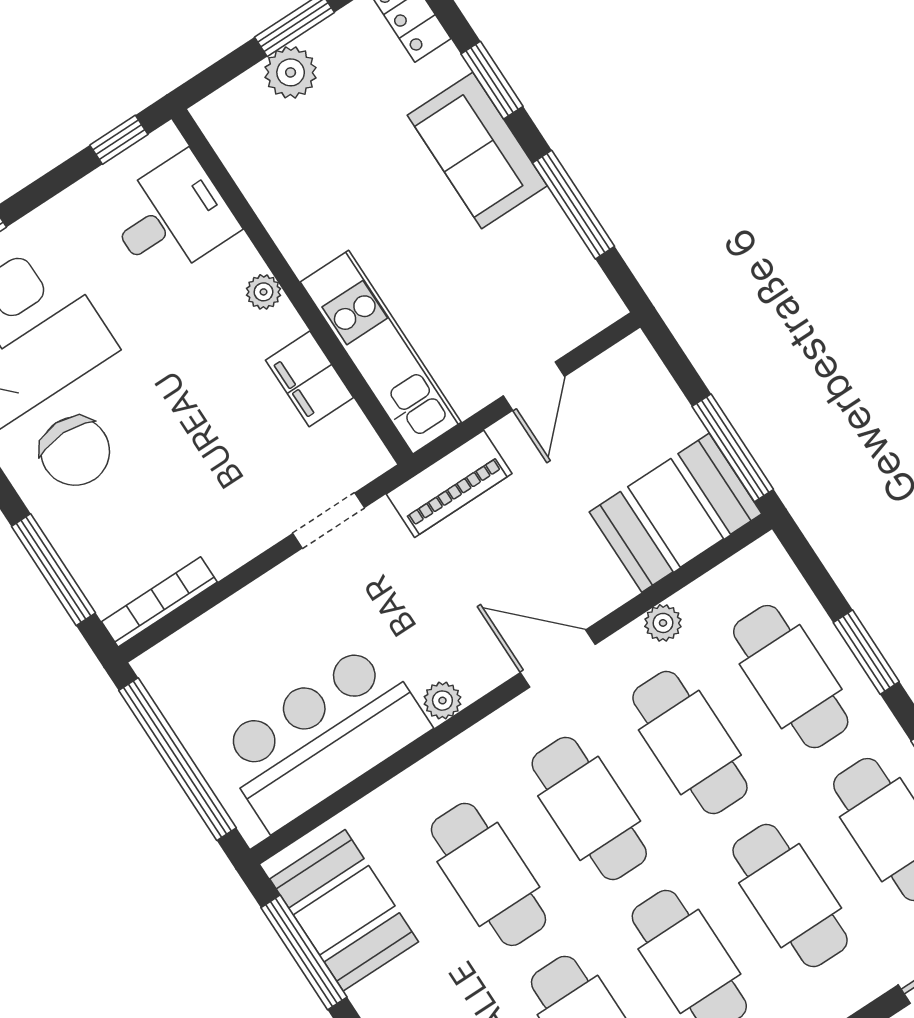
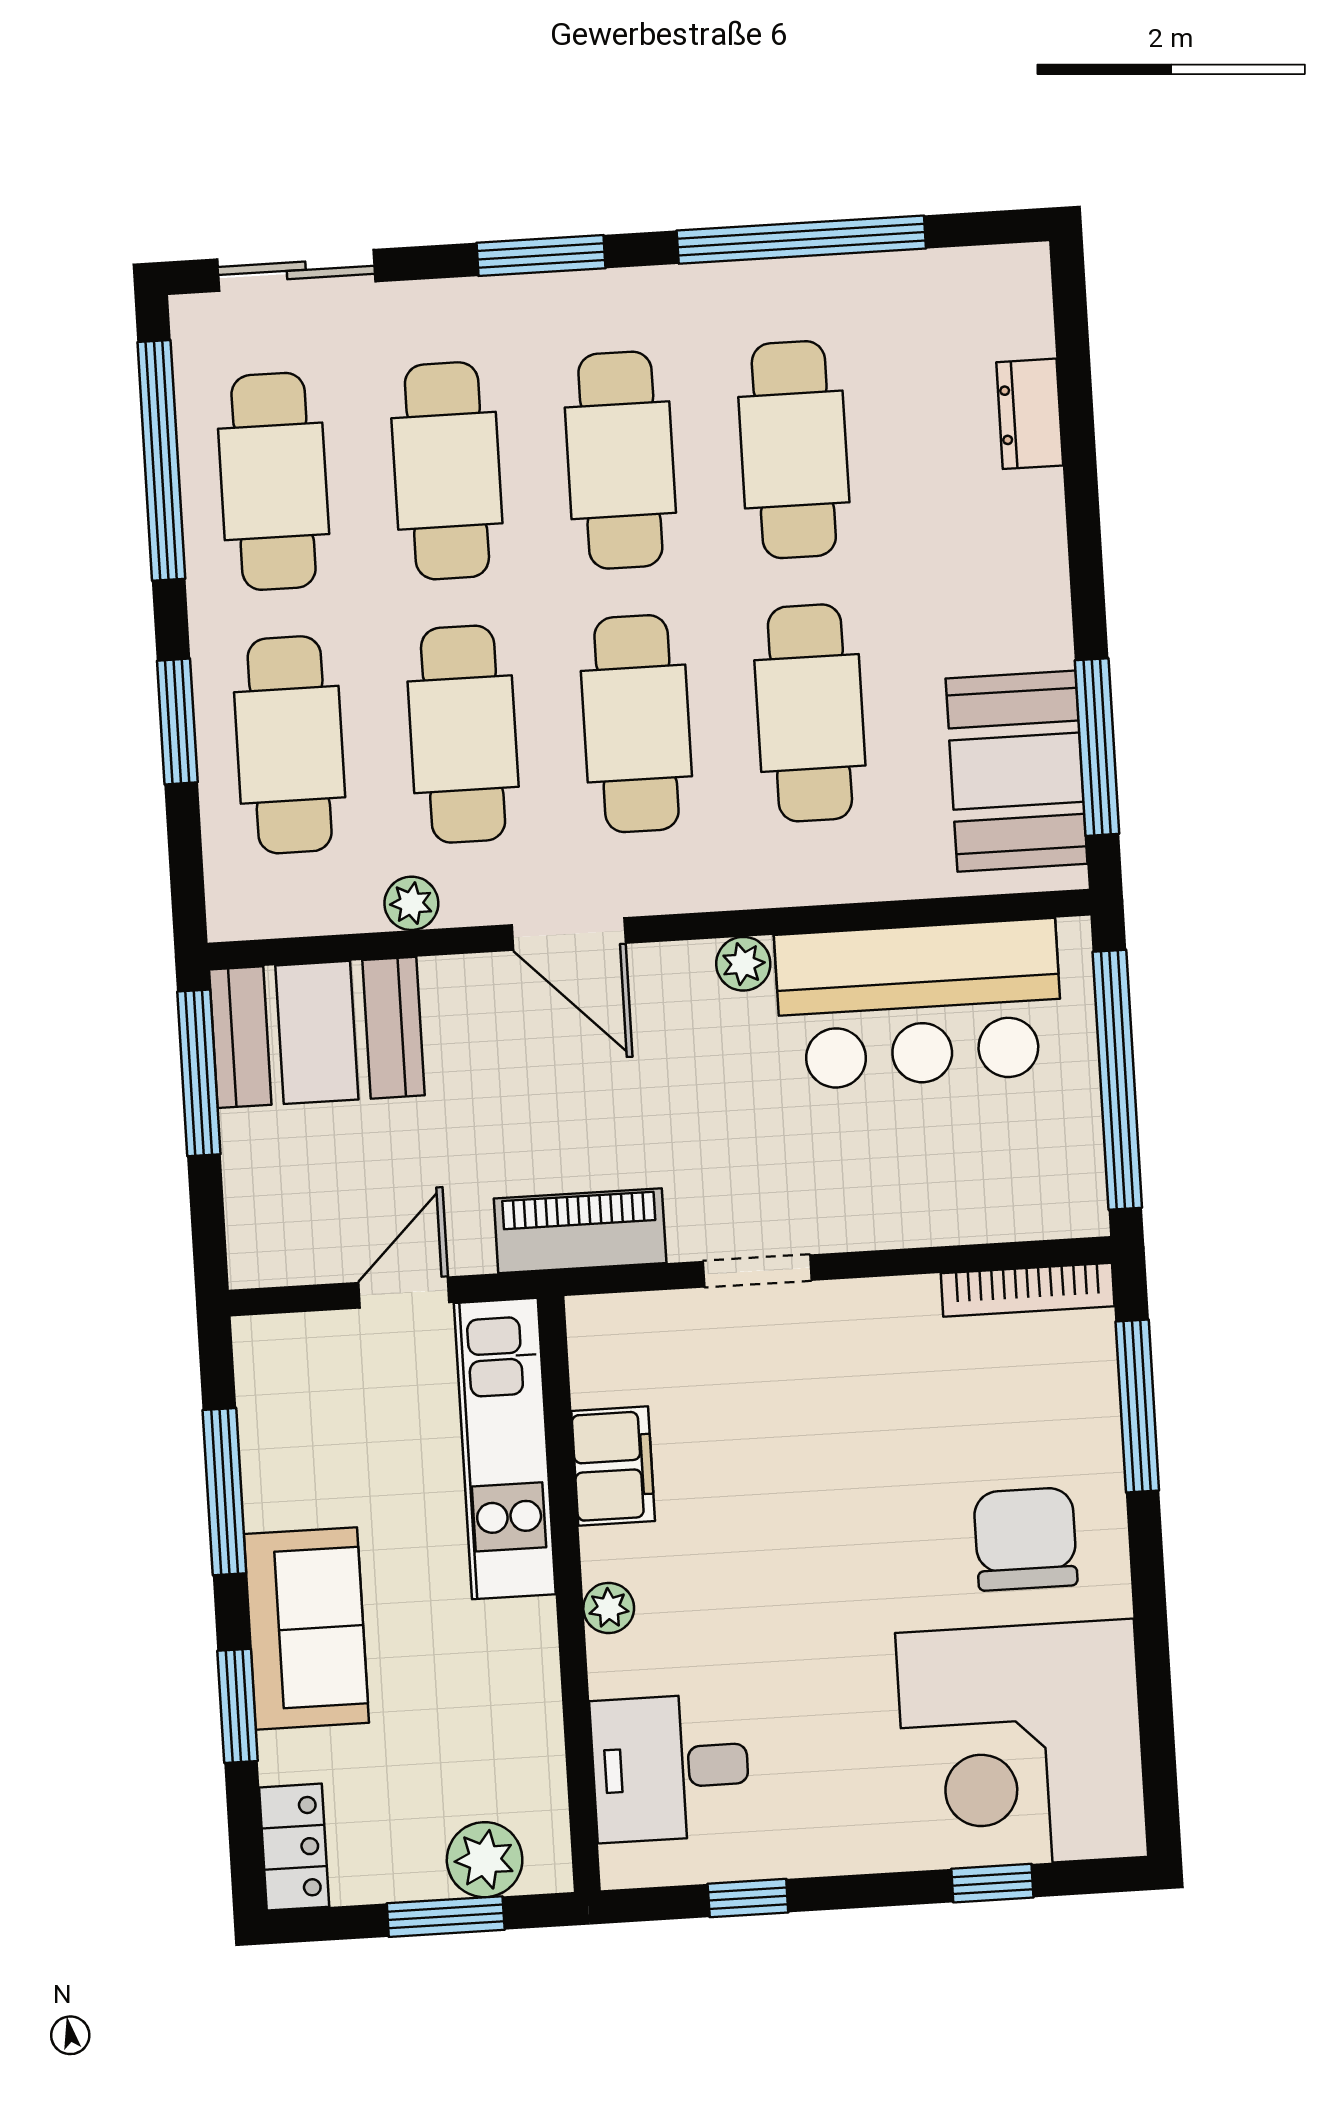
desk: (172, 217) -> (670, 1768), moved
wall: (292, 287) -> (569, 1594), moved
plant: (263, 292) -> (609, 1608), moved
kitchen unit: (381, 352) -> (505, 1449), moved
filing cabinet: (310, 379) -> (613, 1466), moved

